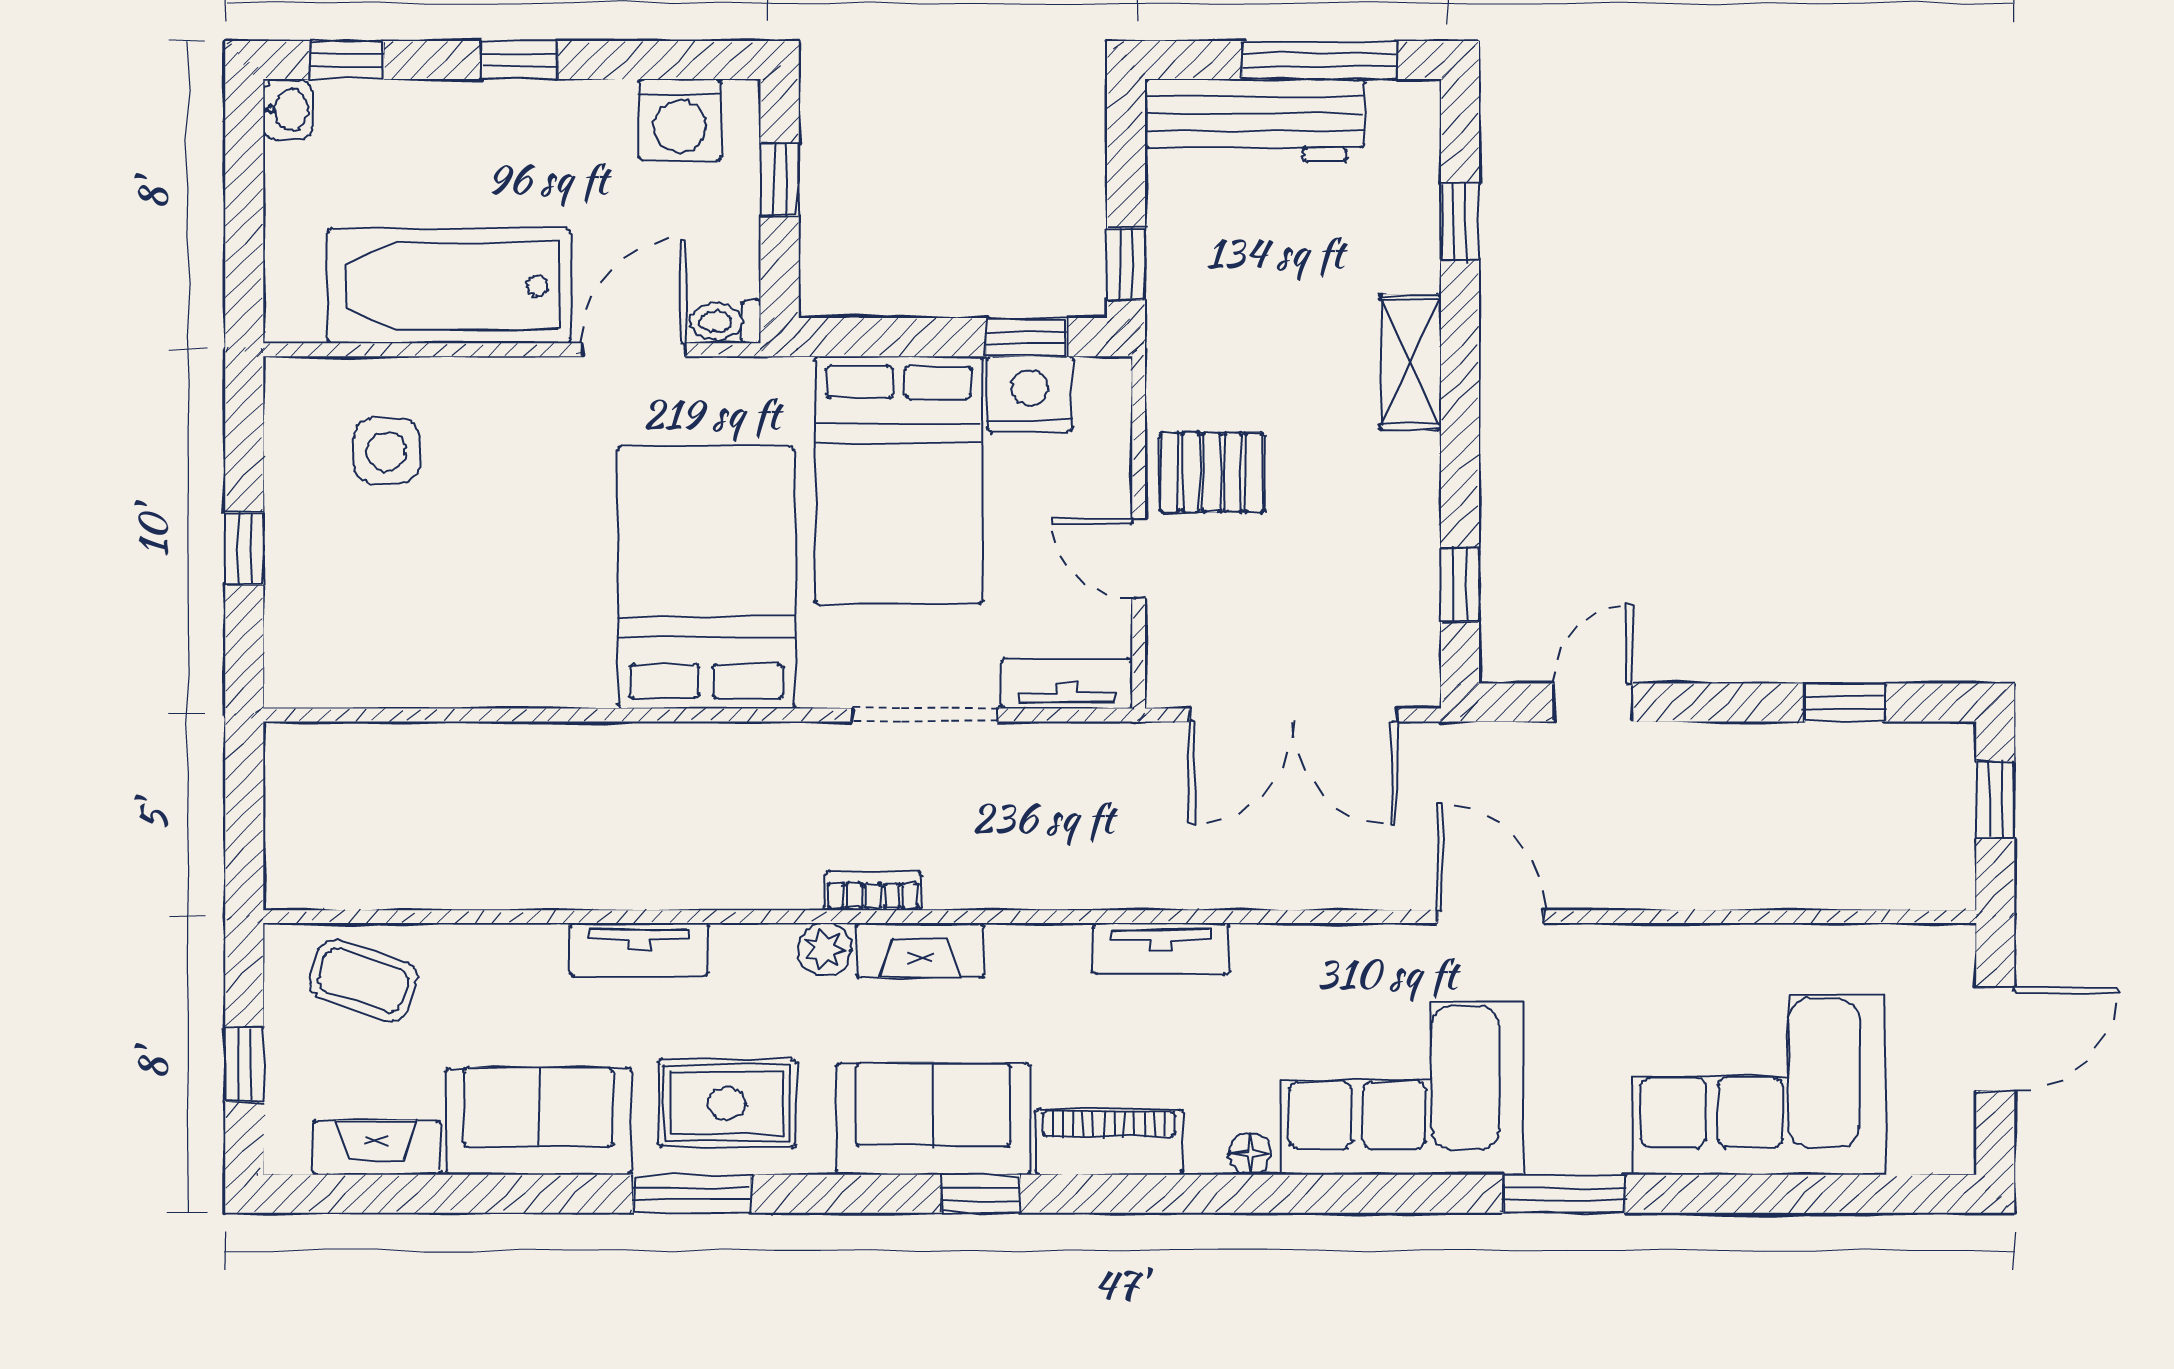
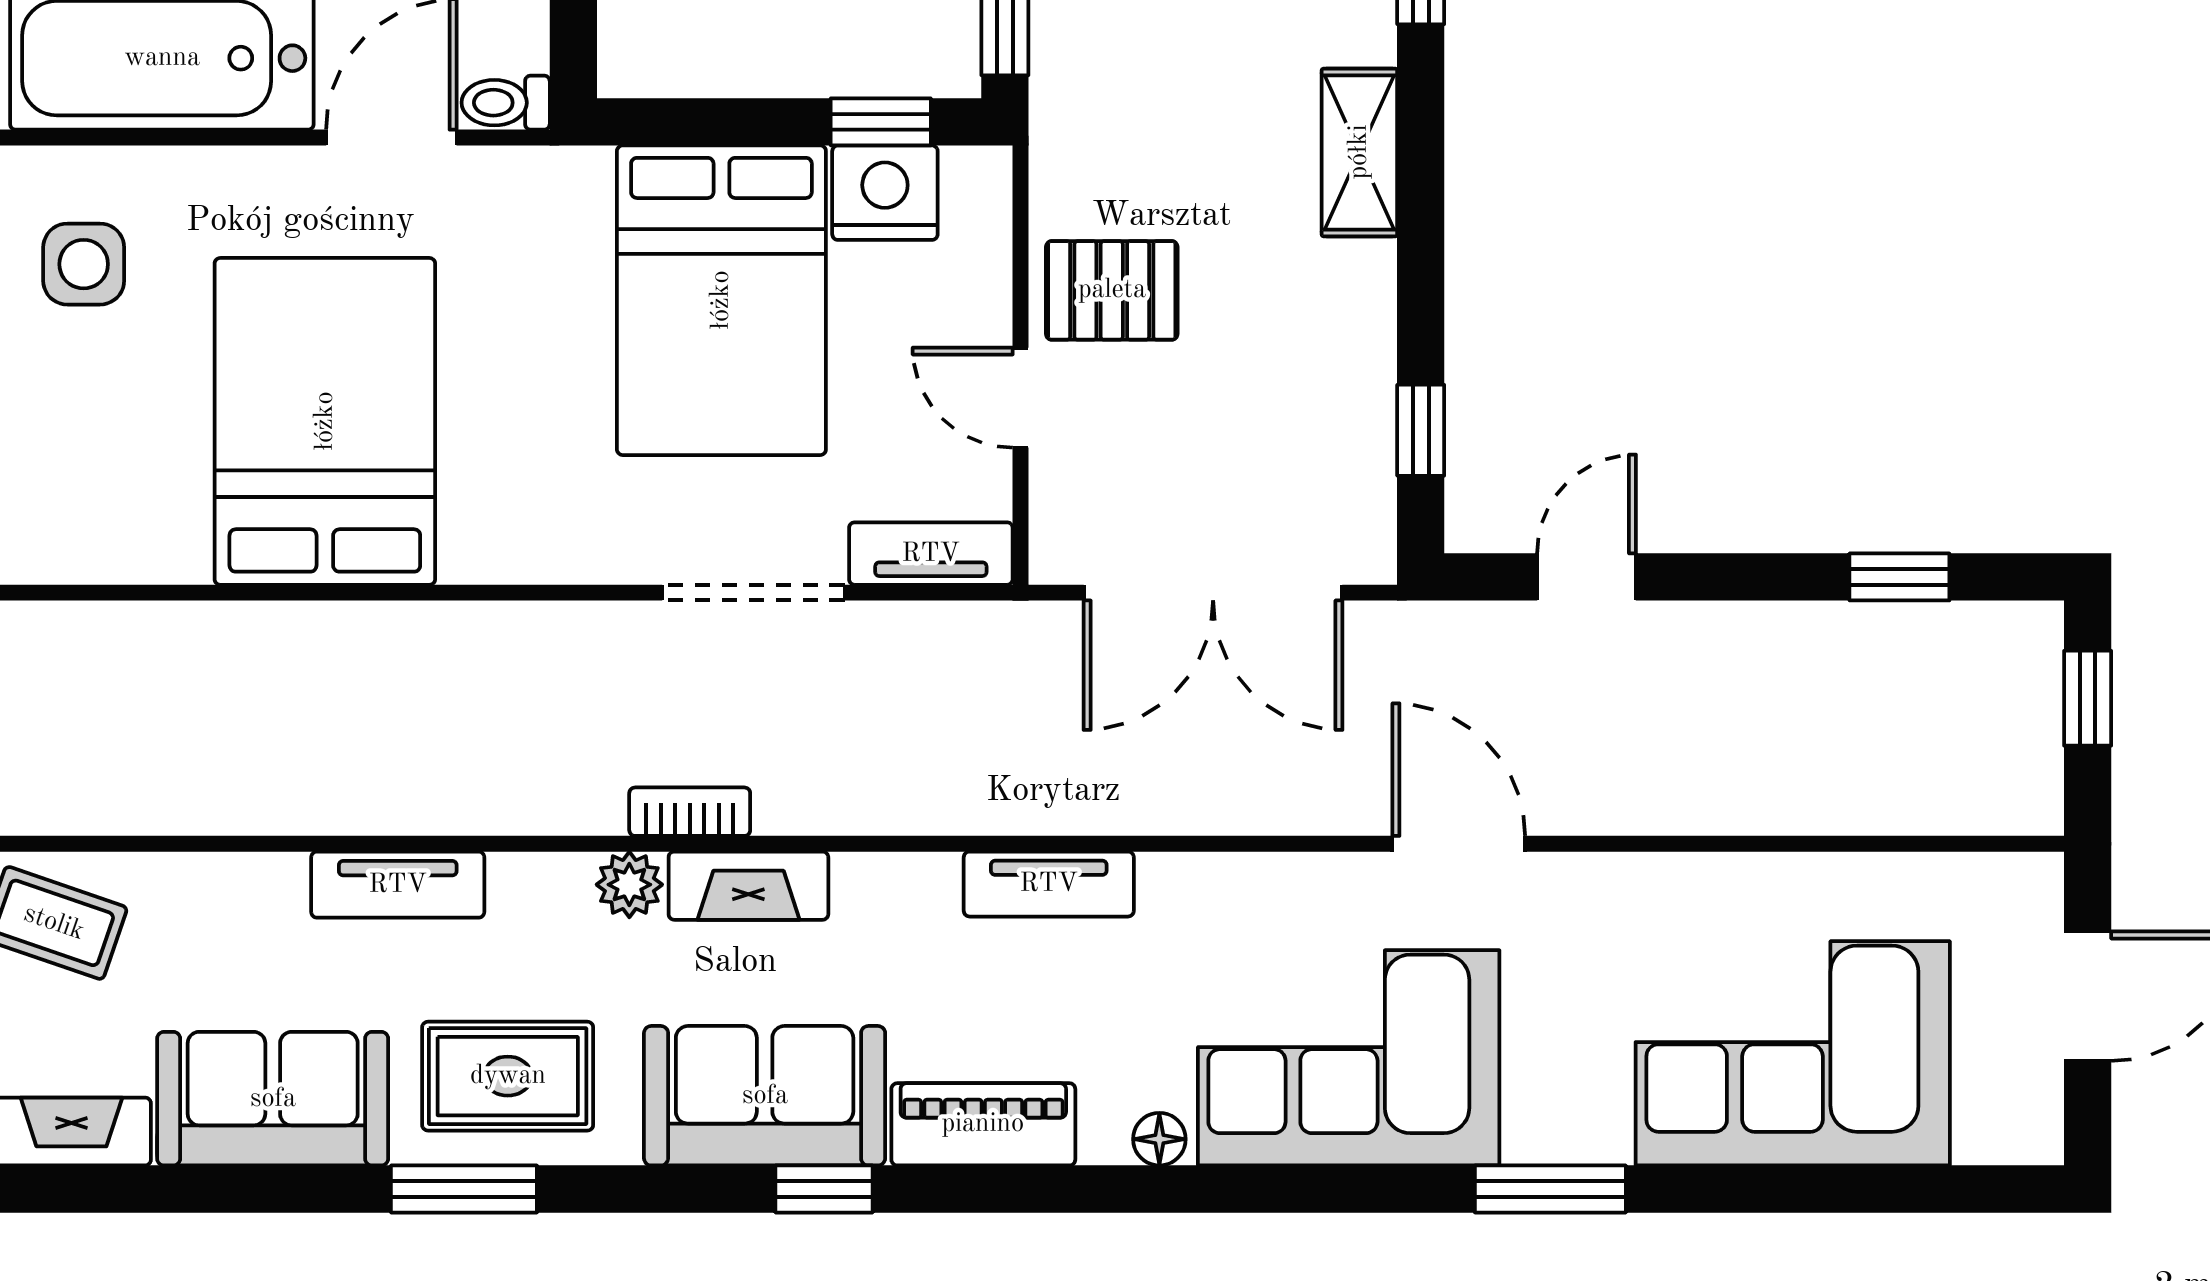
bed: (706, 578) -> (325, 421), moved

